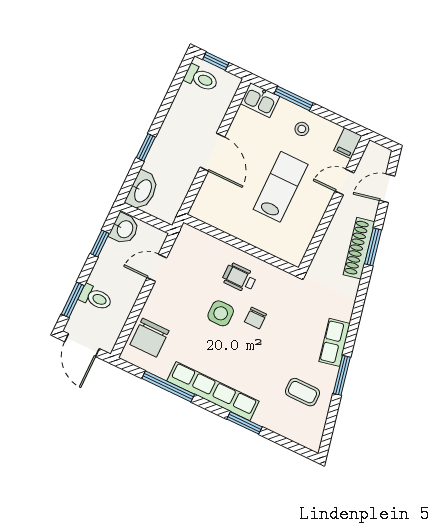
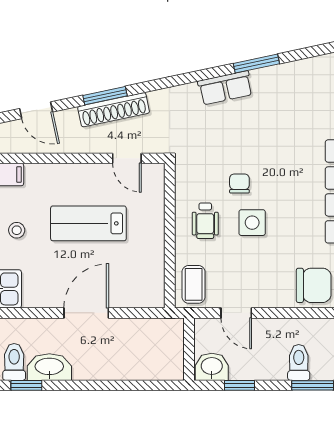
window: (146, 147) -> (26, 385), moved
door: (345, 182) -> (127, 158), moved
washbasin: (142, 191) -> (49, 367), moved
chair: (255, 318) -> (239, 184), turned -90
coffee table: (302, 392) -> (194, 284), moved

